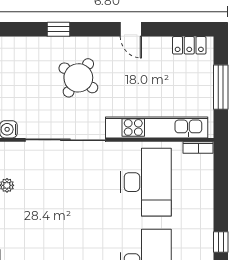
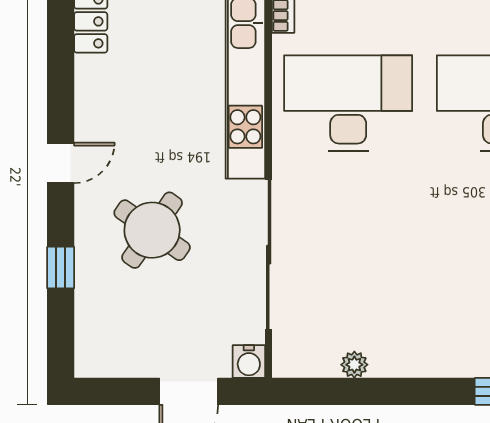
door: (131, 29) -> (61, 163), moved

